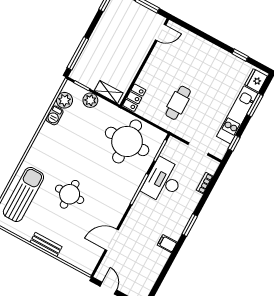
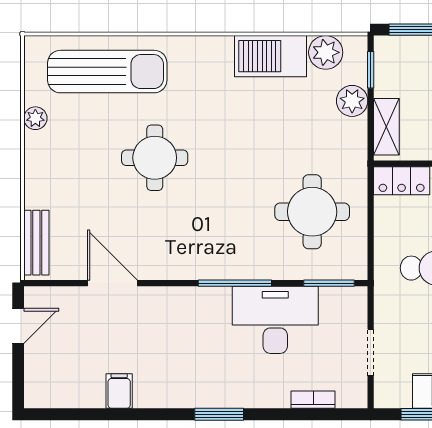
barbecue: (54, 115) -> (270, 56), width x1.88, depth x1.53
round table: (127, 141) -> (312, 212), width x0.73, depth x0.73
plant: (27, 235) -> (35, 118), added
filing cabinet: (167, 244) -> (119, 391), moved
bench: (46, 245) -> (36, 243), moved

